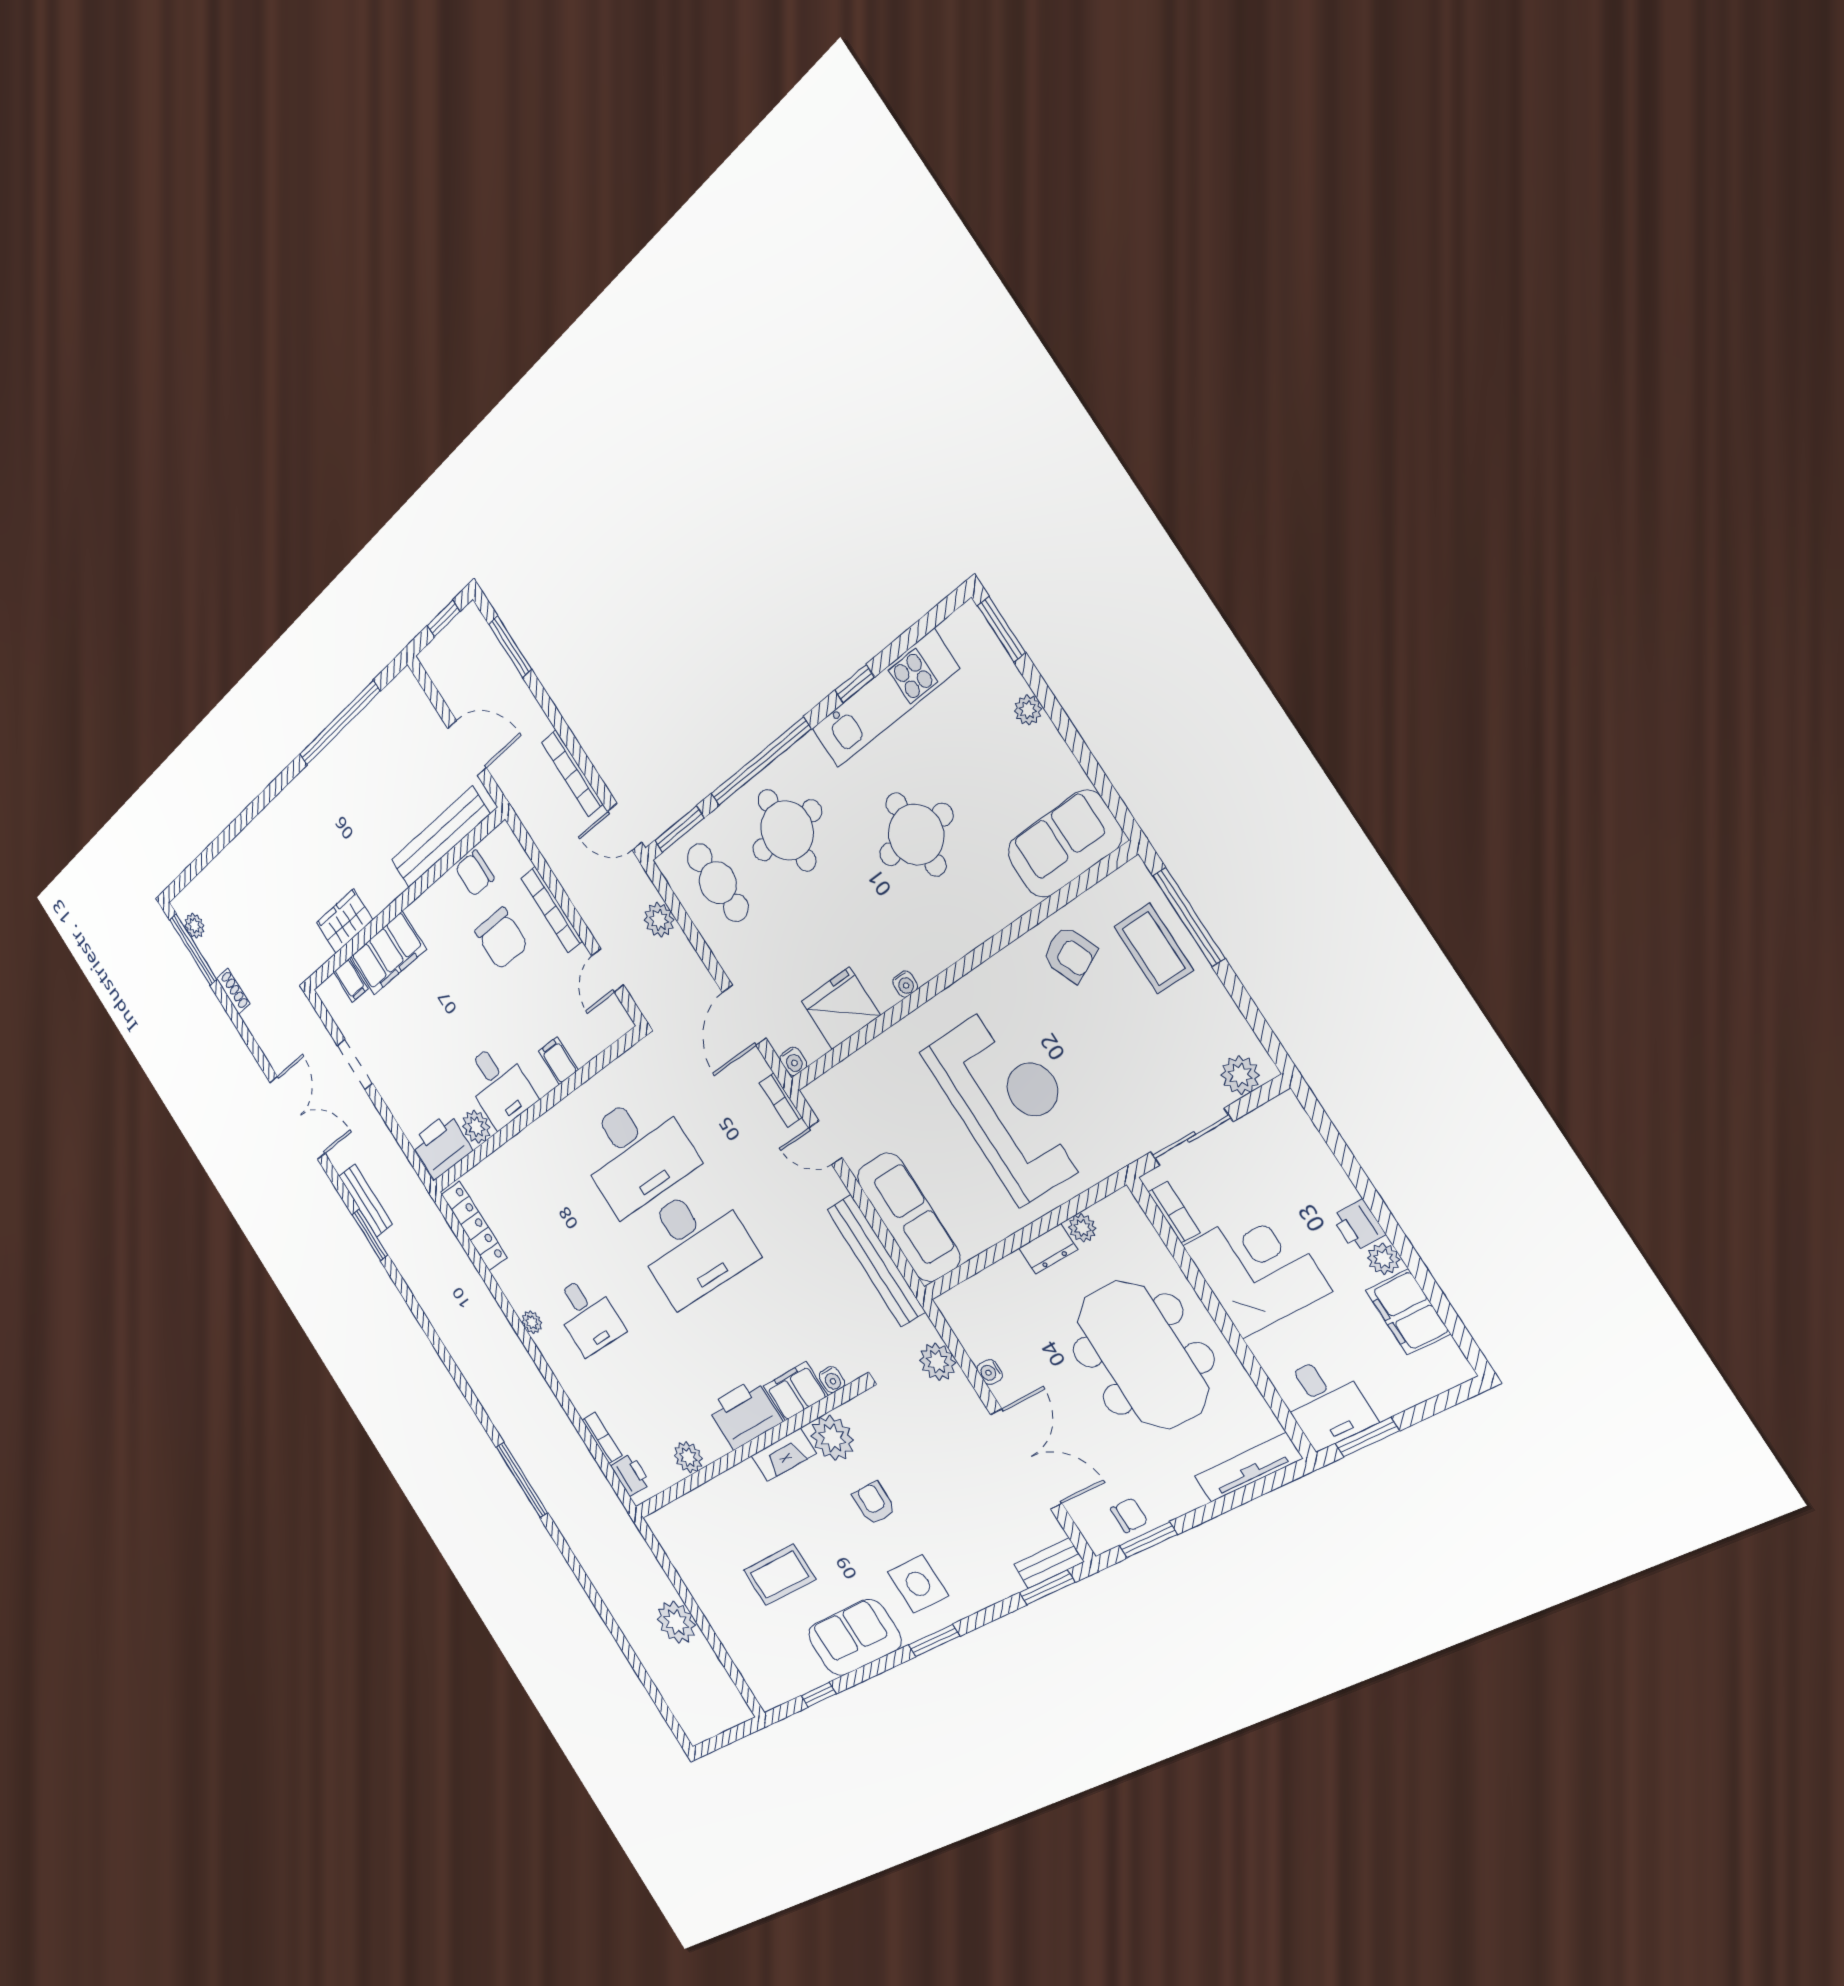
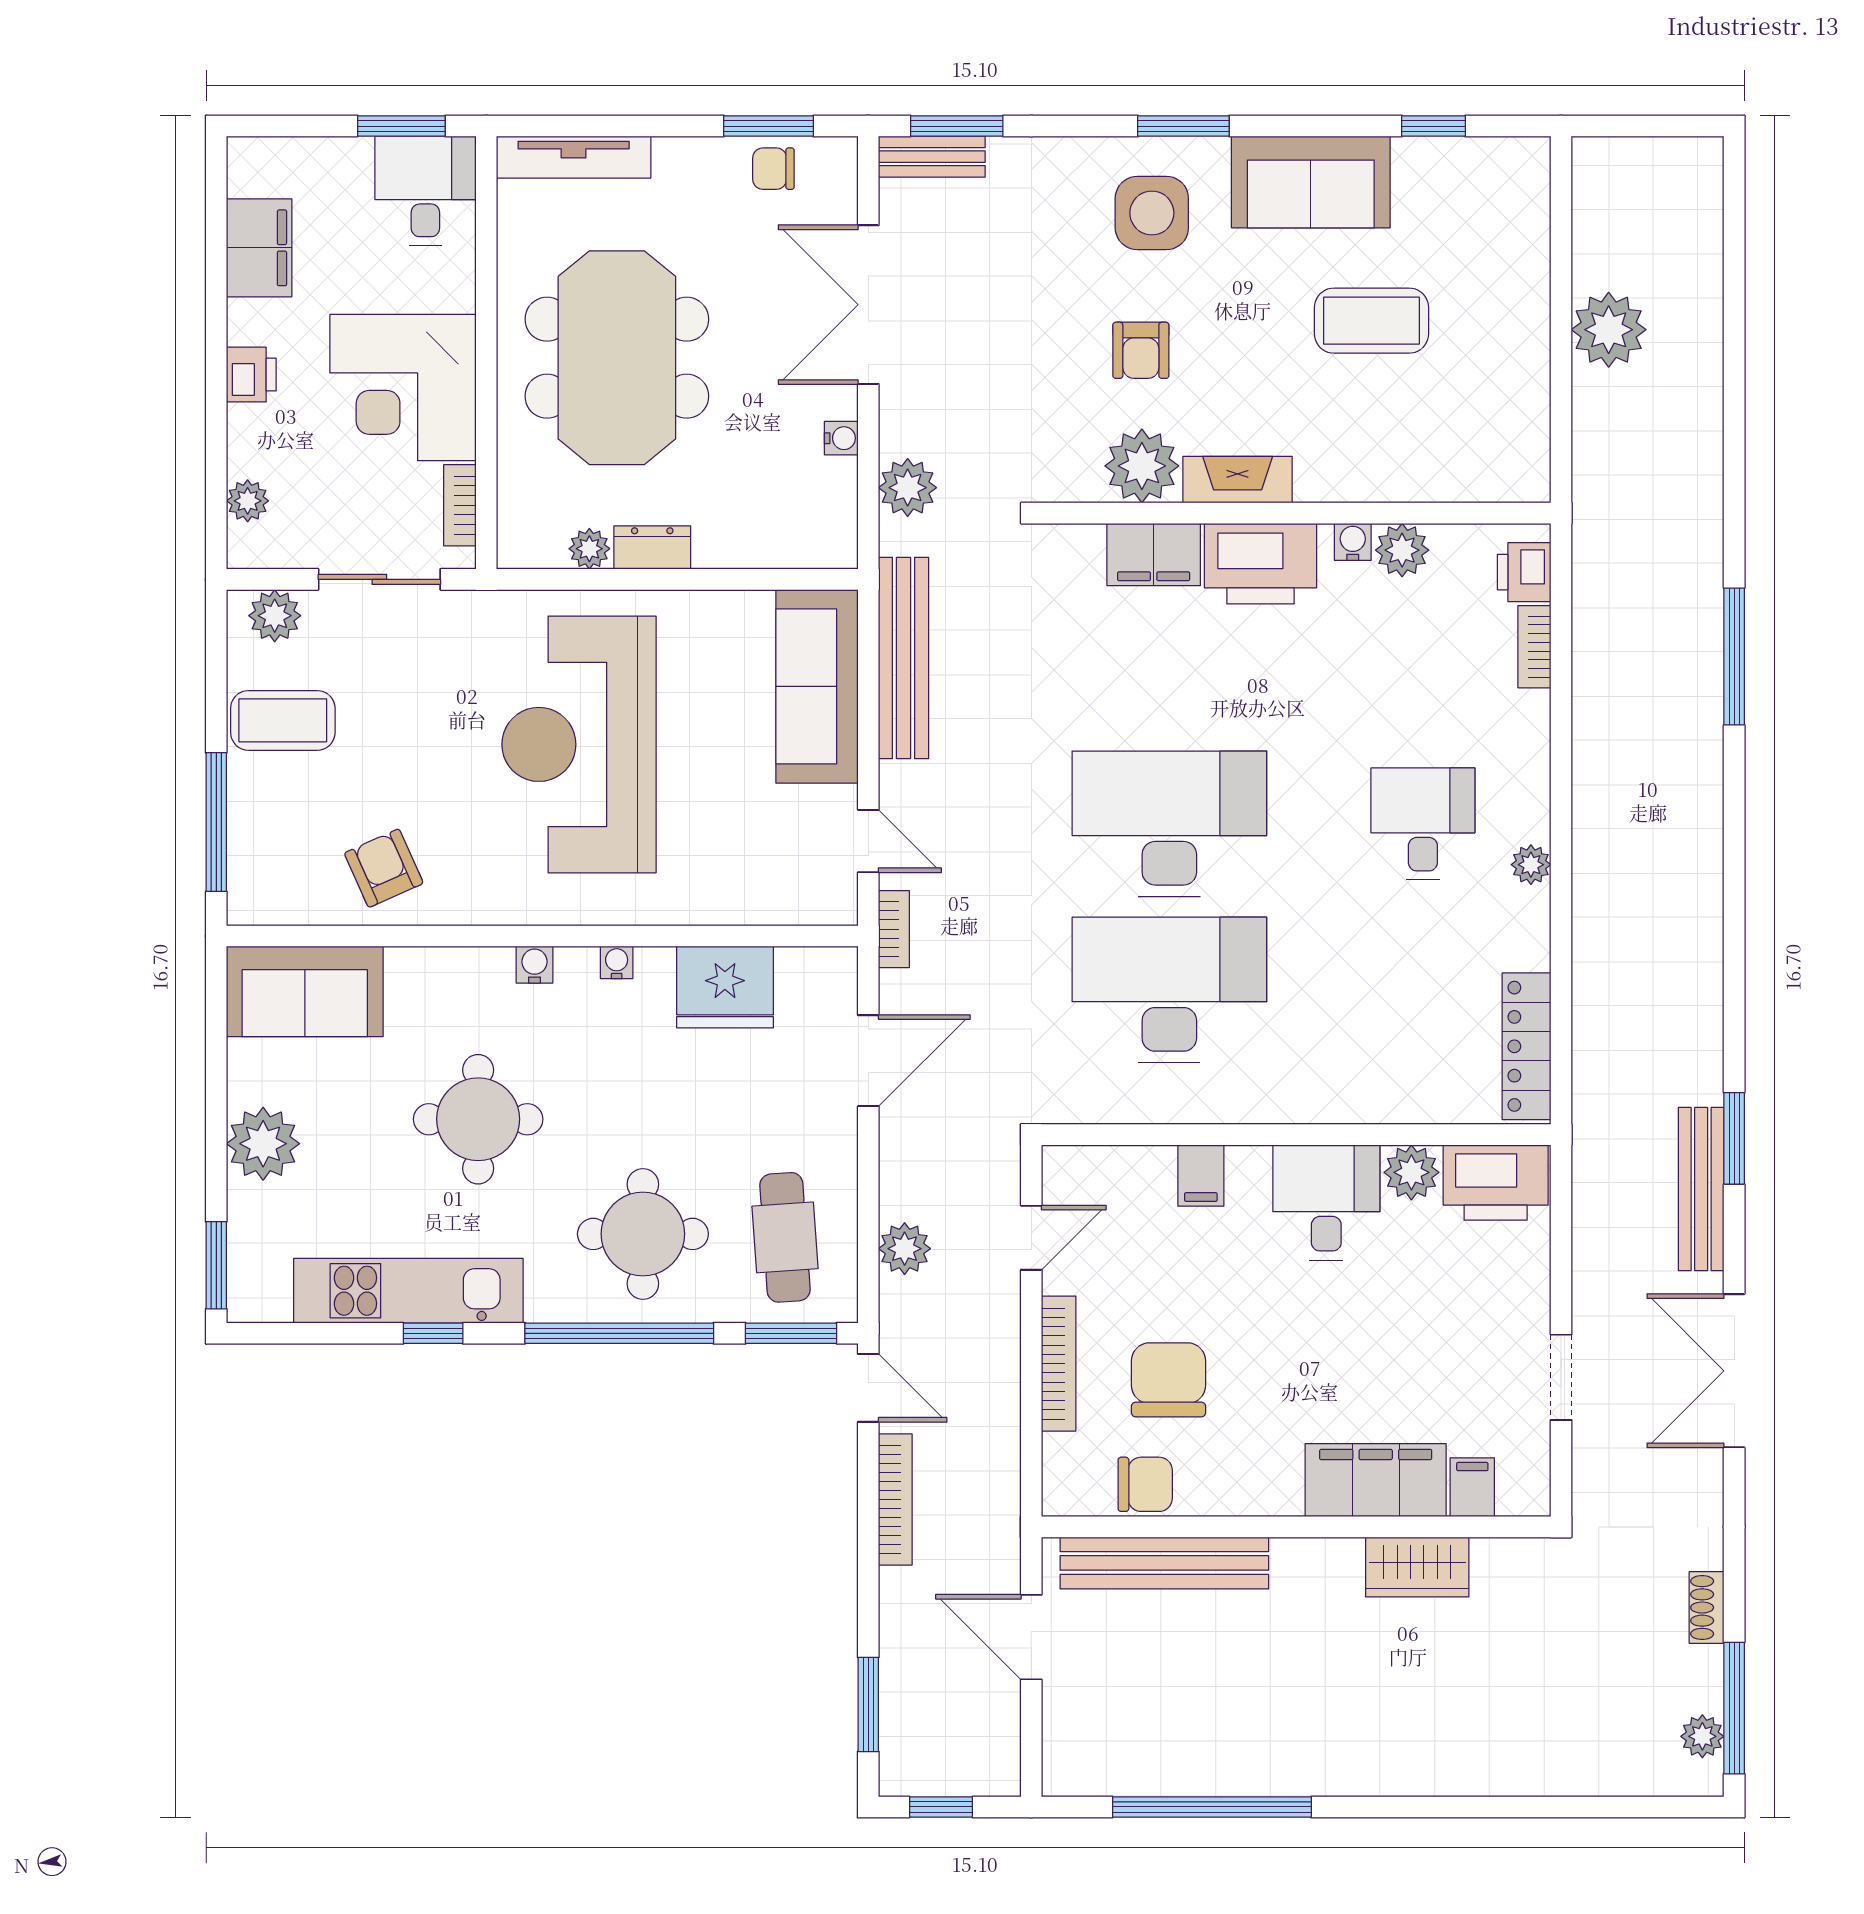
plant: (1028, 710) -> (263, 1144), width x1.88, depth x1.88
coffee table: (1154, 949) -> (283, 720), moved, turned 90
water cooler: (793, 1061) -> (535, 965), moved
bench: (366, 1200) -> (1701, 1189), width x1.36
plant: (1383, 1259) -> (248, 501), moved
water cooler: (832, 1380) -> (1353, 542), moved

